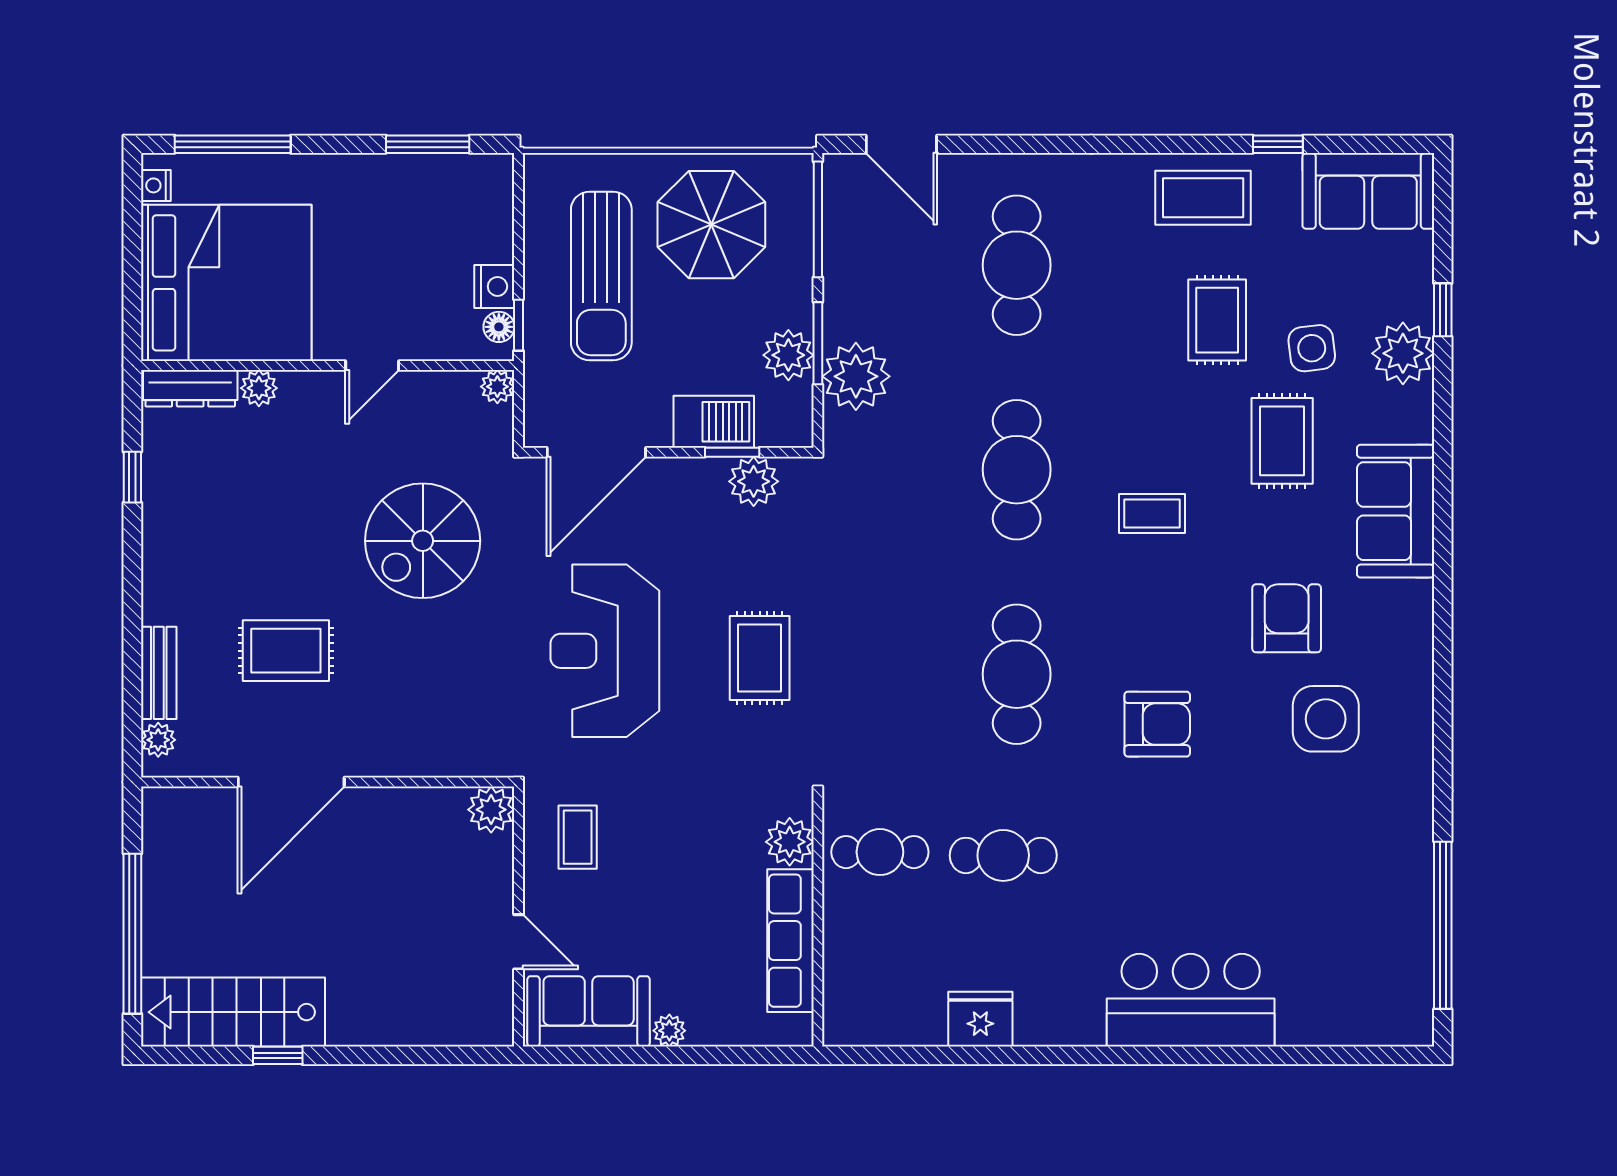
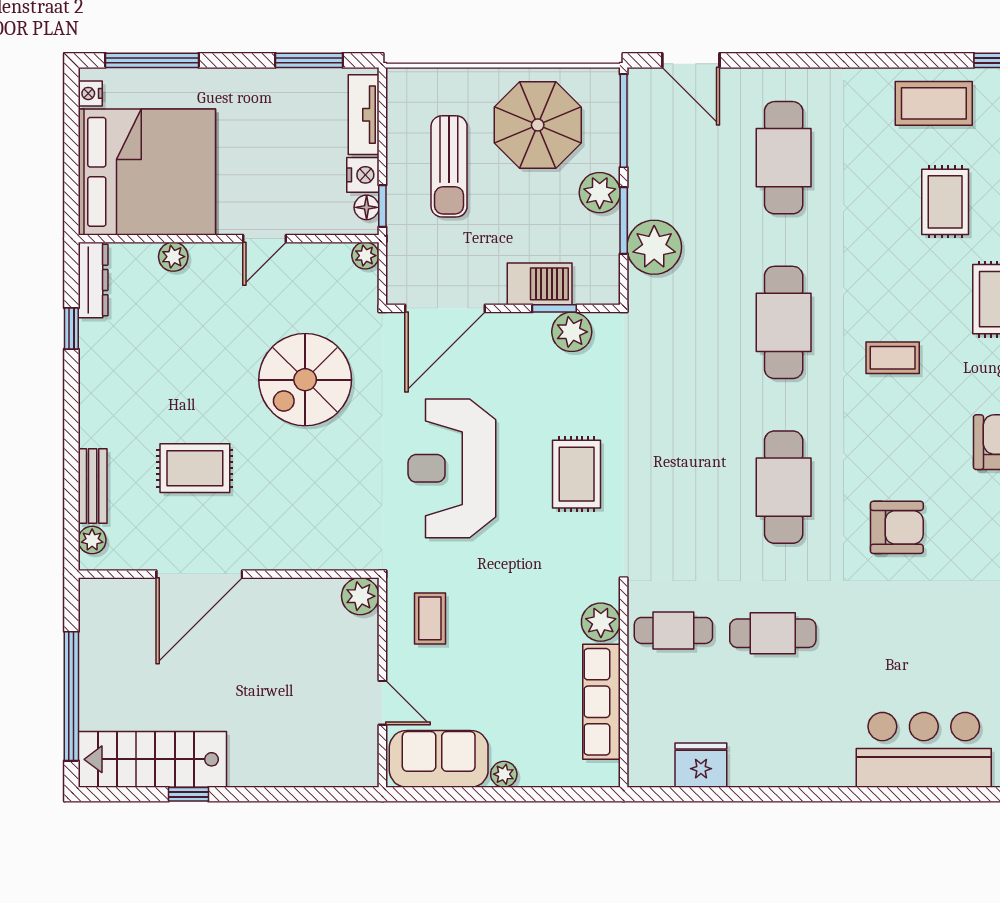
tv unit: (495, 212) -> (364, 115), added
sun lounger: (601, 276) -> (449, 166), width x0.73, depth x0.75
plant: (788, 355) -> (600, 193), moved
dresser: (190, 388) -> (93, 280), moved, turned -90
fridge: (980, 1019) -> (701, 765), moved

